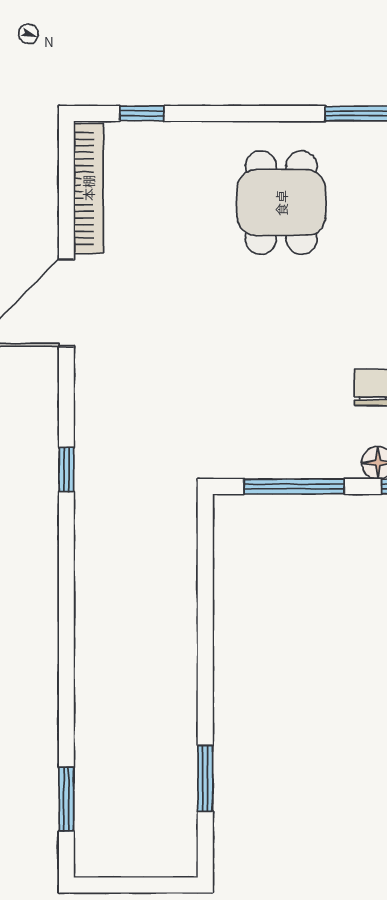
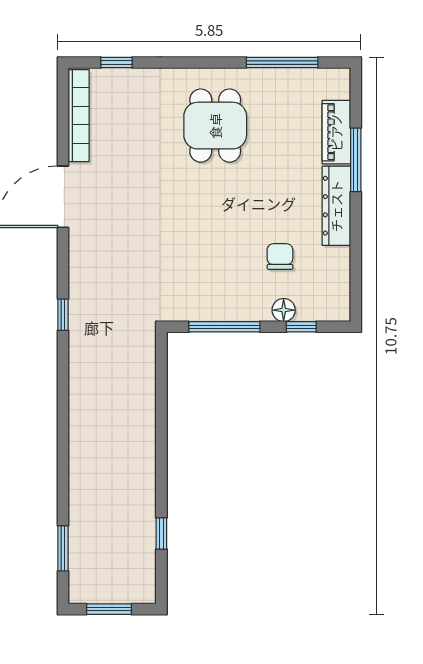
window: (205, 778) -> (161, 533), width x0.67
window: (131, 885) -> (109, 609), added

